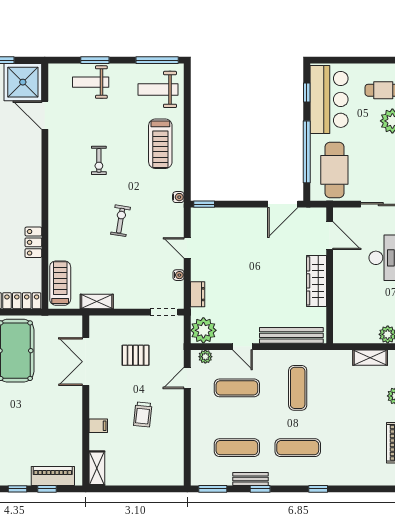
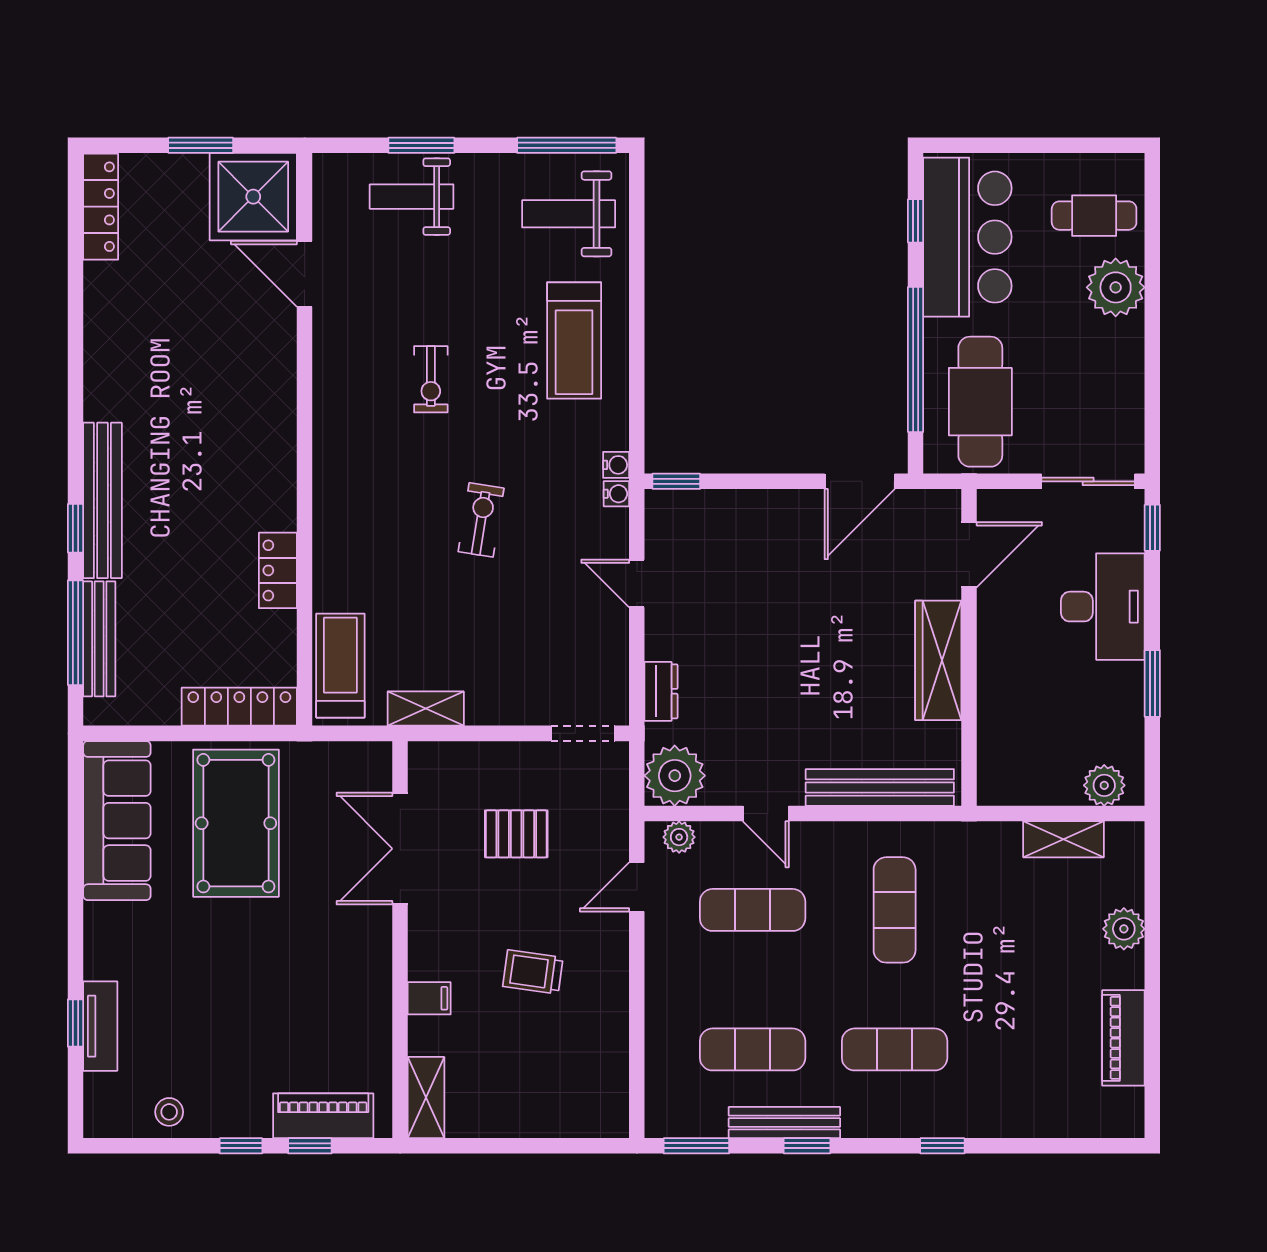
door: (330, 236) -> (969, 555), hinge flipped
water cooler: (179, 275) -> (616, 494), moved
trolley: (143, 414) -> (533, 972), turned 92
bench: (250, 479) -> (784, 1123), width x1.36

